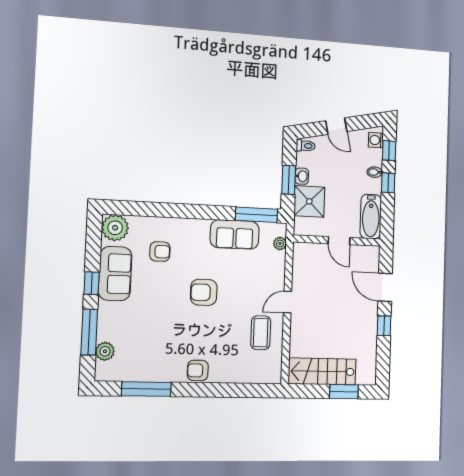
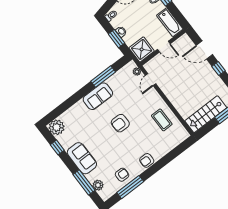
shower: (309, 201) -> (142, 49), moved
window: (256, 215) -> (103, 77), moved
sofa: (235, 234) -> (98, 96), moved
armchair: (160, 252) -> (122, 175), moved
sofa: (115, 274) -> (82, 158), moved
window: (92, 283) -> (57, 147), moved
door: (288, 302) -> (151, 80), moved

